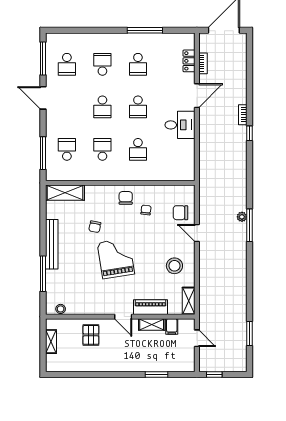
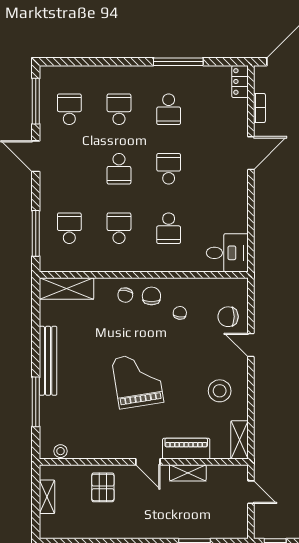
locker: (189, 61) -> (240, 81), moved
school desk: (67, 64) -> (69, 109), turned 180
school desk: (138, 107) -> (169, 169), turned 180
desk: (180, 125) -> (227, 253), moved
chair: (95, 227) -> (125, 295), moved
filing cabinet: (172, 326) -> (216, 476), removed

